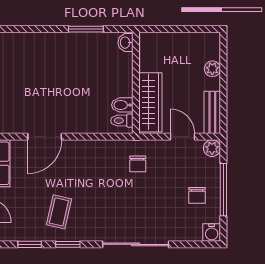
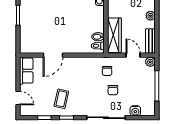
chair: (197, 195) -> (113, 90), moved
water cooler: (212, 233) -> (135, 111), moved

